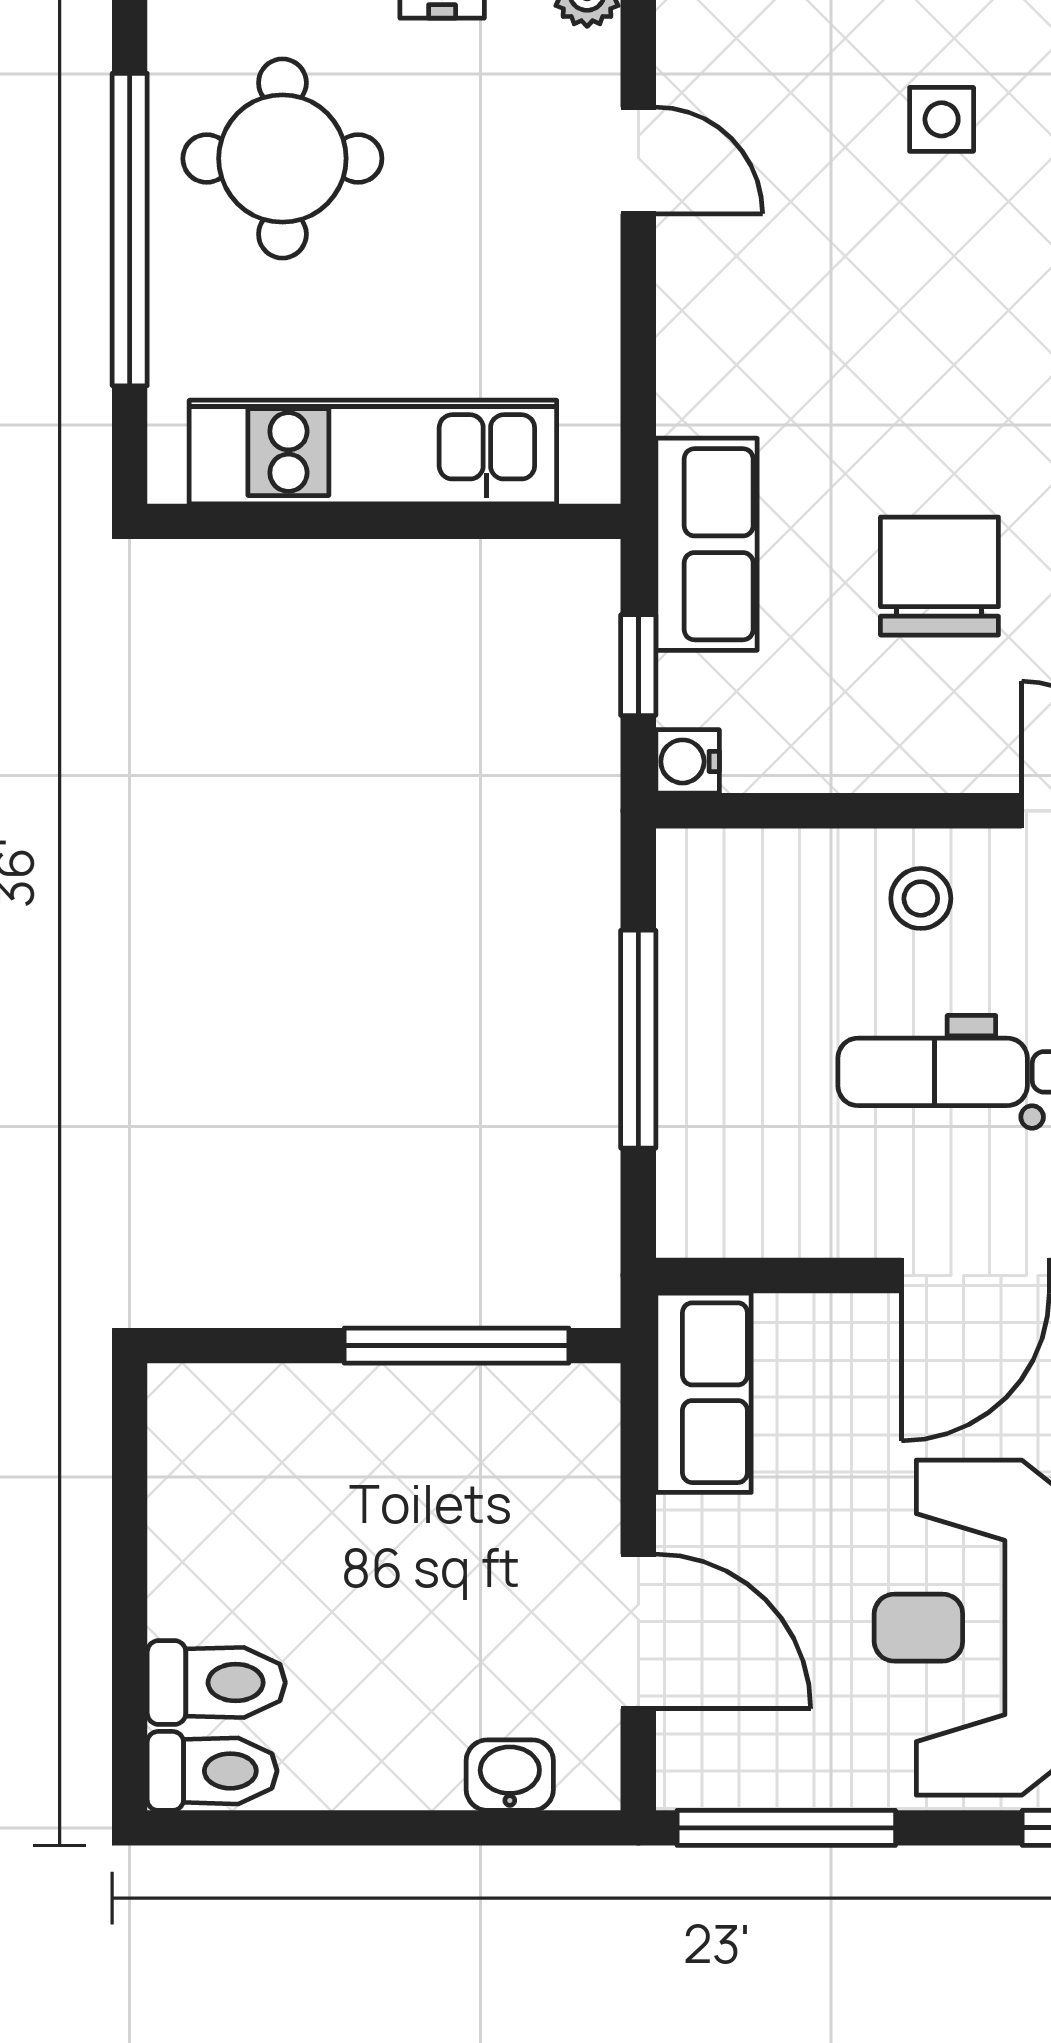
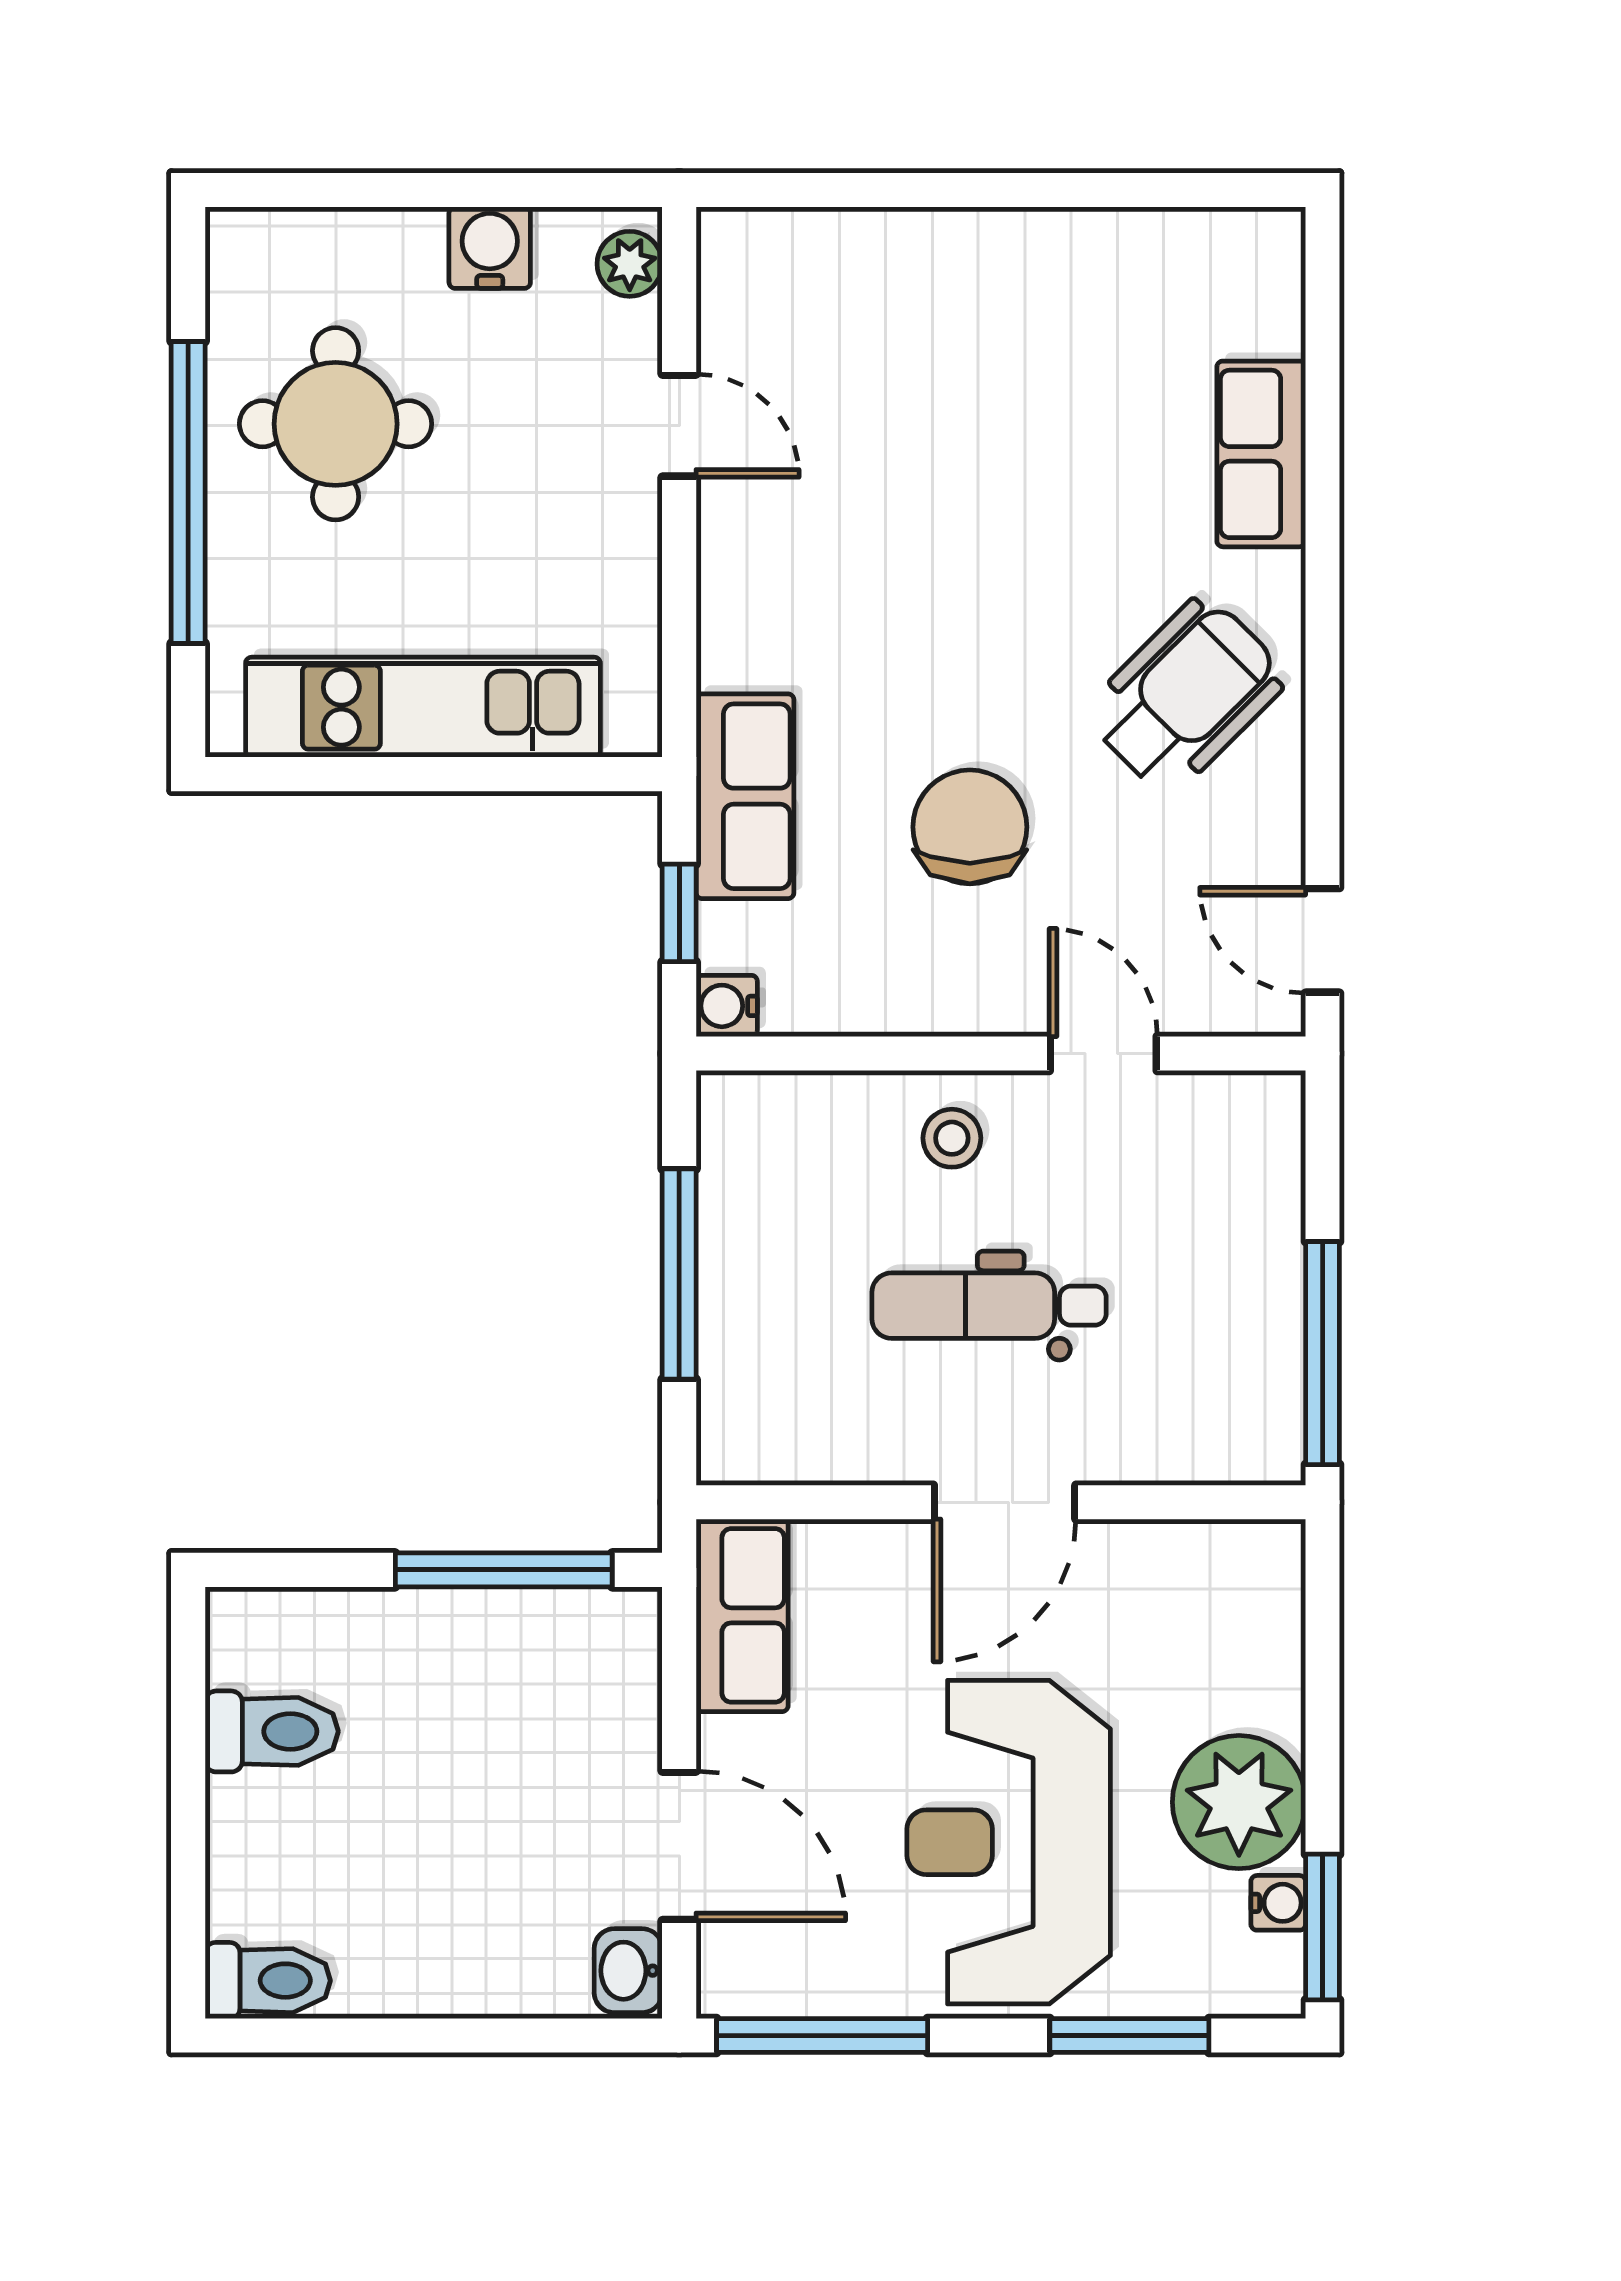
side table: (942, 119) -> (972, 386), removed
toilet: (216, 1683) -> (272, 1731), moved
washbasin: (510, 1775) -> (628, 1971), moved, turned -90

